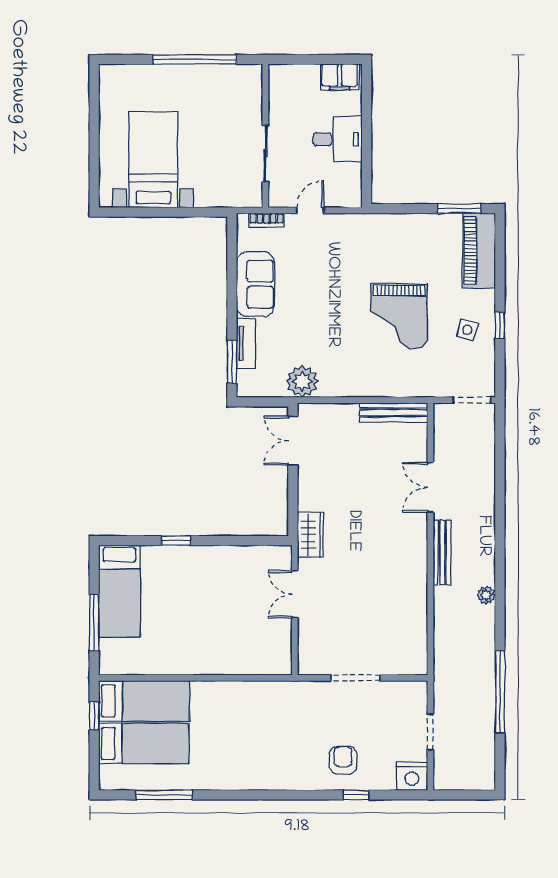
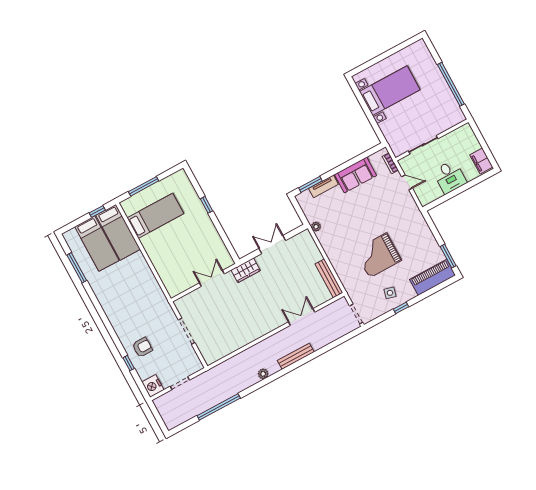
plant: (302, 381) -> (316, 227), width x0.53, depth x0.53
double door: (293, 441) -> (272, 244), moved
bench: (442, 552) -> (296, 356), moved
bed: (119, 591) -> (155, 216), moved, turned 180

